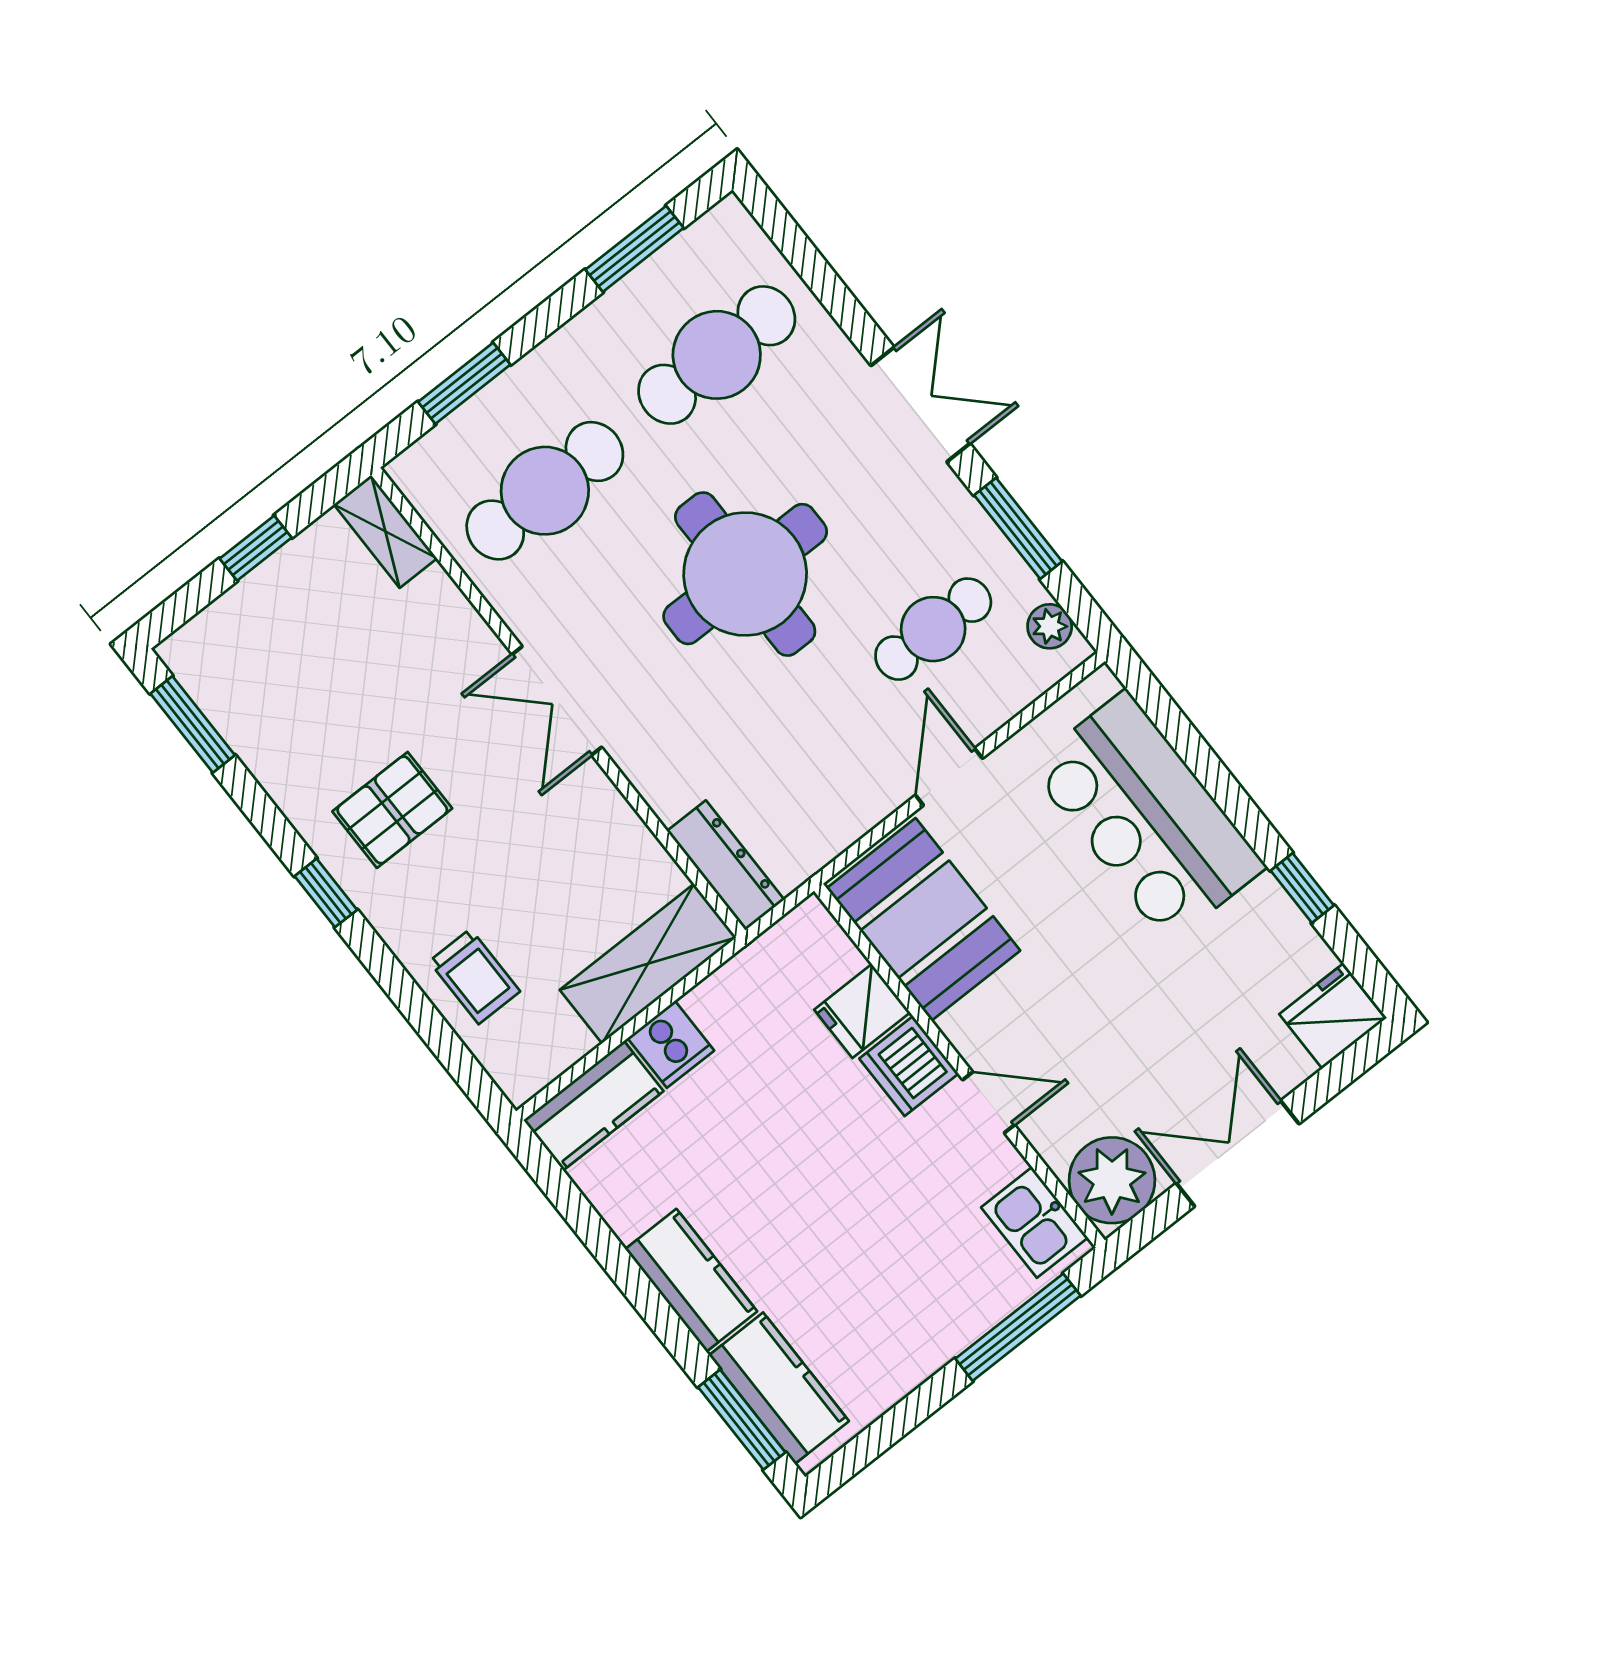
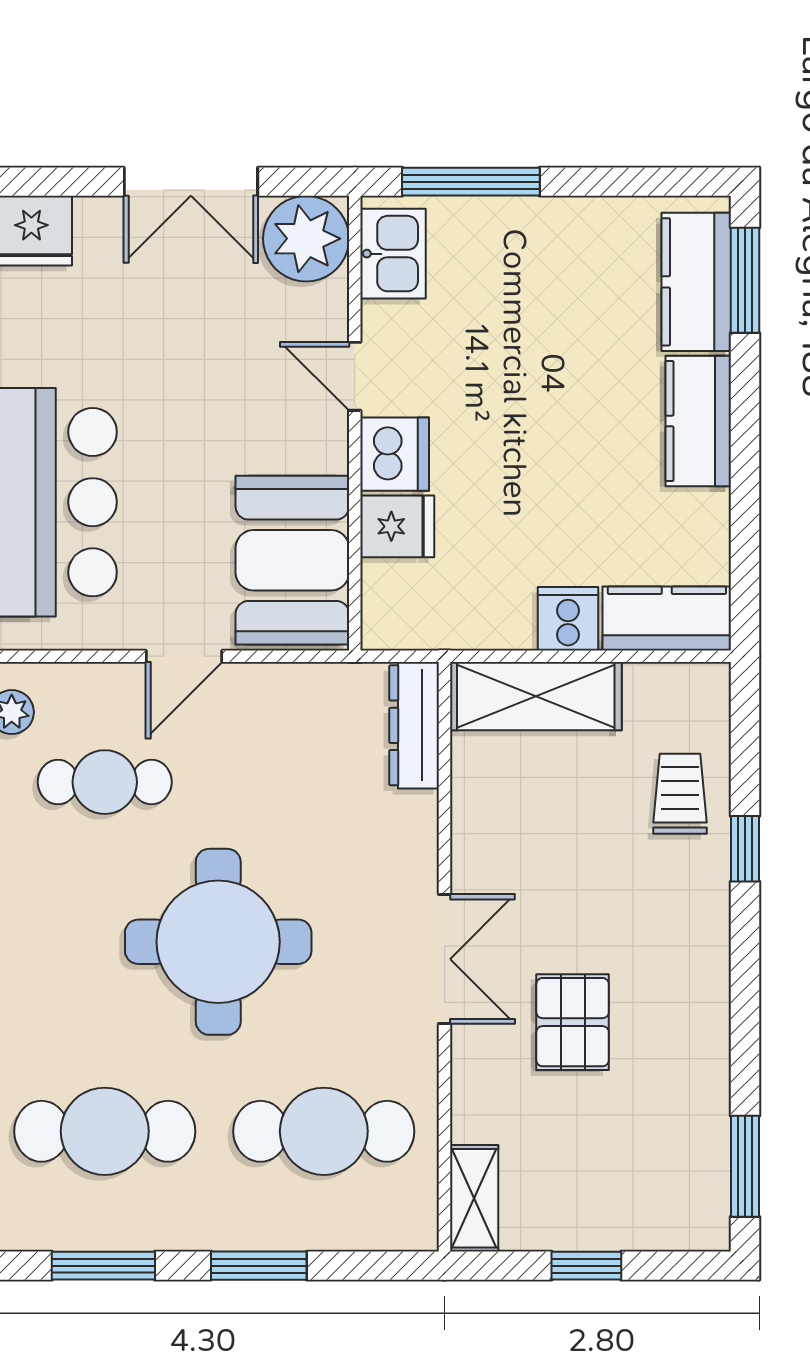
window: (464, 383) -> (259, 1266), moved
pallet: (392, 810) -> (573, 1022), moved, turned 90
window: (326, 893) -> (745, 849), moved

